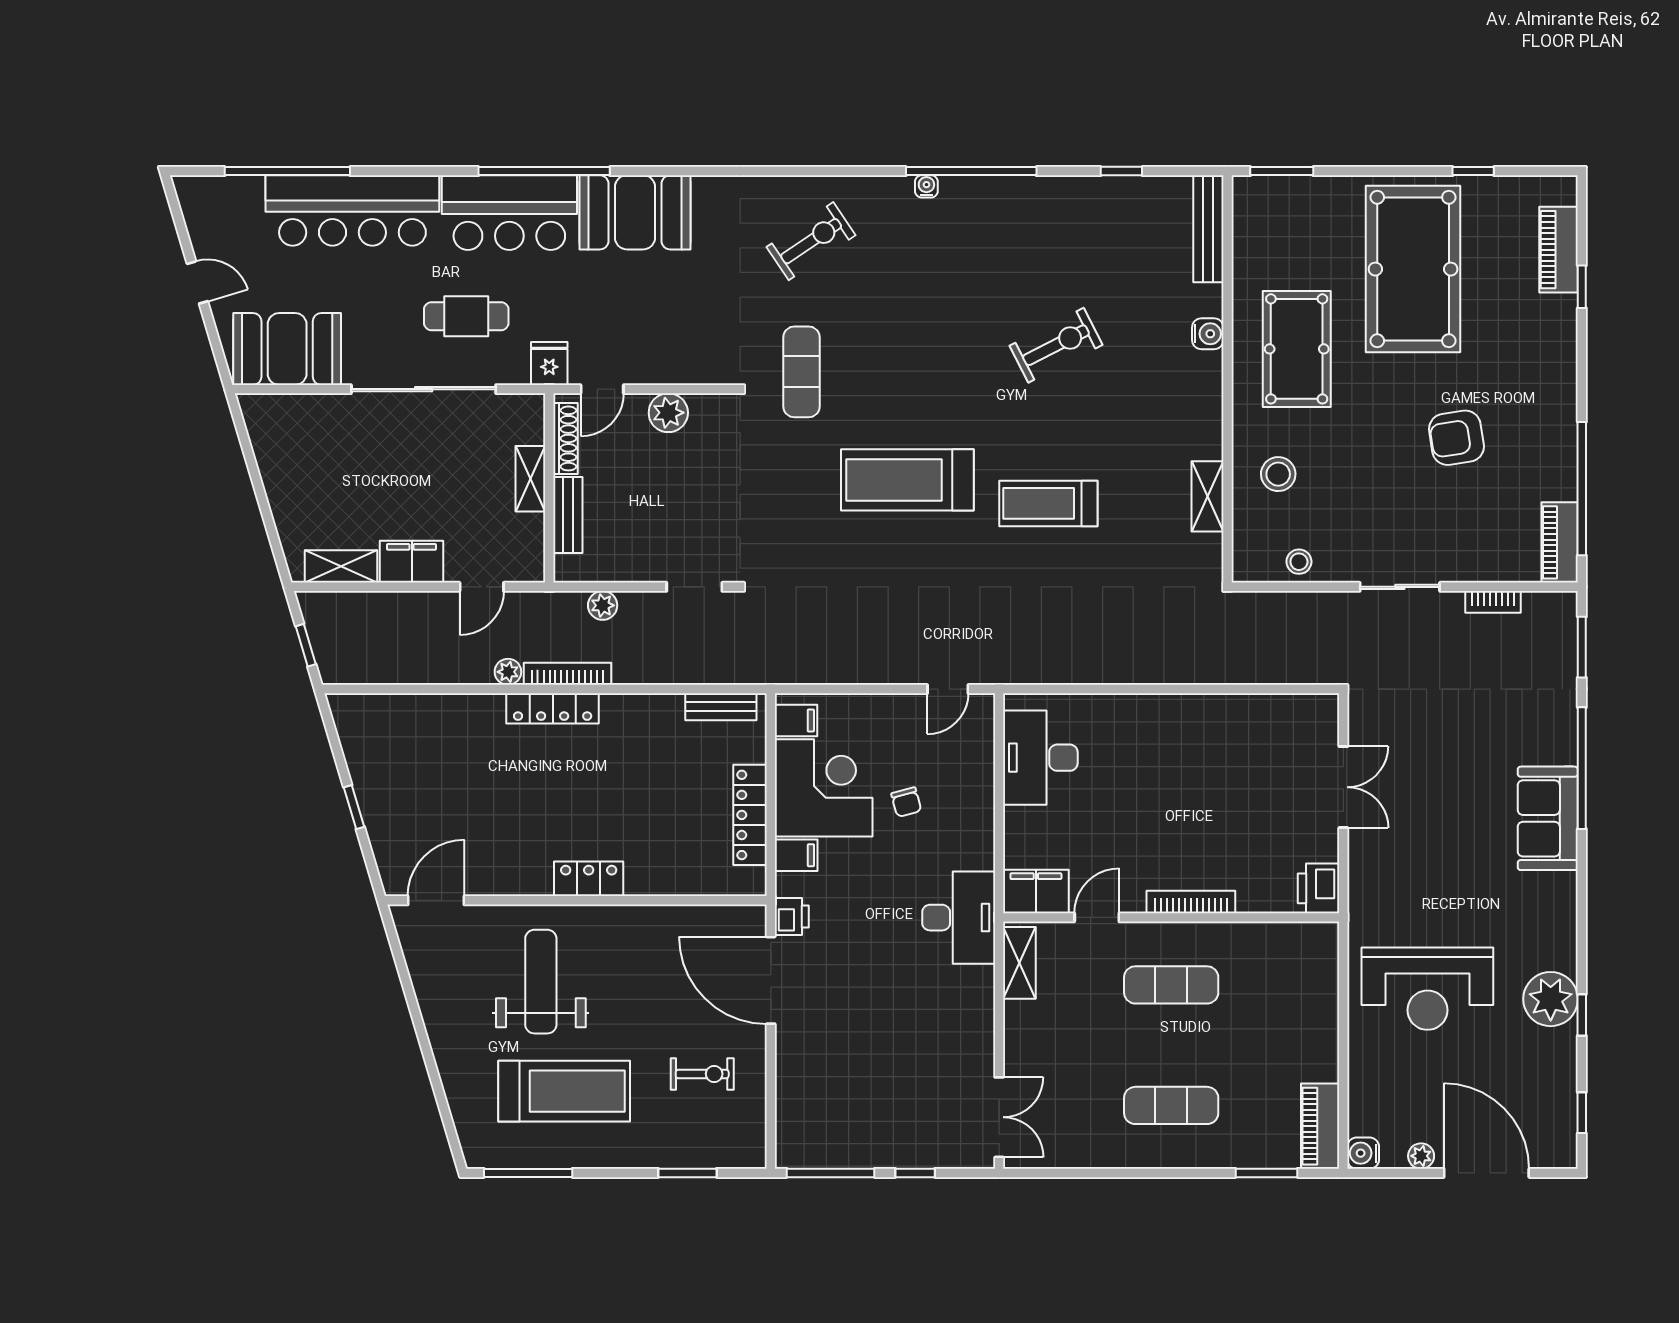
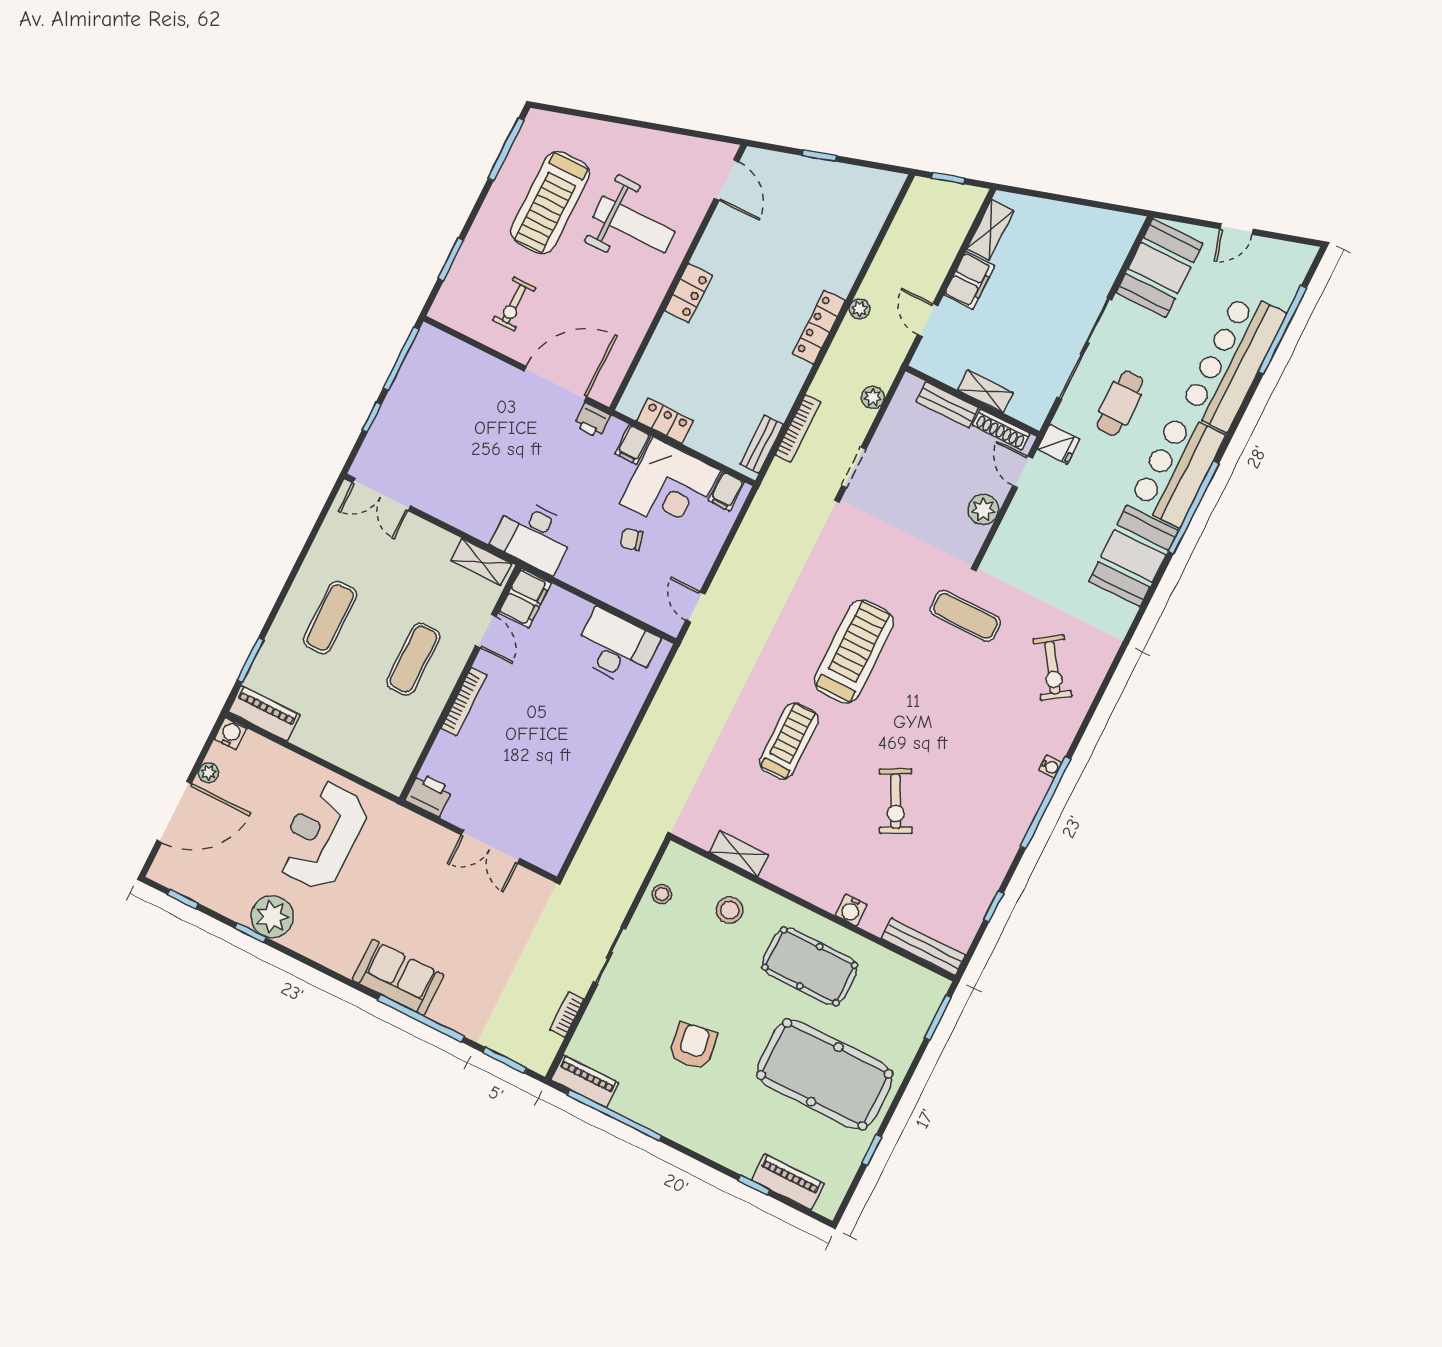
bookcase: (567, 674) -> (798, 429), moved
locker: (750, 815) -> (665, 421), width x0.66

